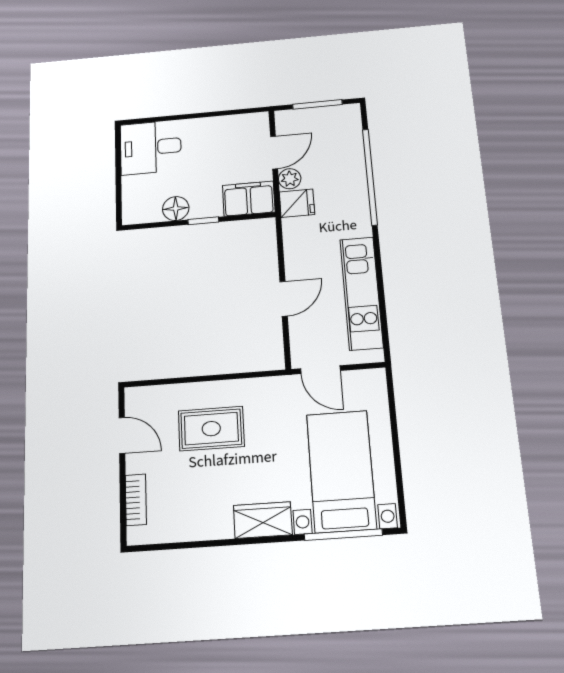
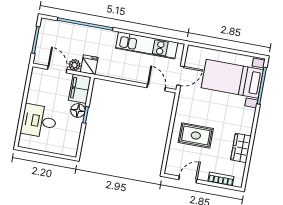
desk: (151, 147) -> (39, 121), moved, turned 90
floor lamp: (176, 209) -> (78, 110), moved
door: (284, 299) -> (156, 88), moved
rug: (211, 429) -> (196, 135), turned 90
wardrobe: (263, 520) -> (241, 148), moved

